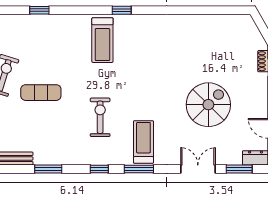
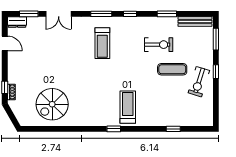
spiral stairs: (208, 105) -> (52, 104), moved
exercise bike: (100, 117) -> (159, 45), moved, turned -90
treadmill: (143, 142) -> (102, 43), moved

